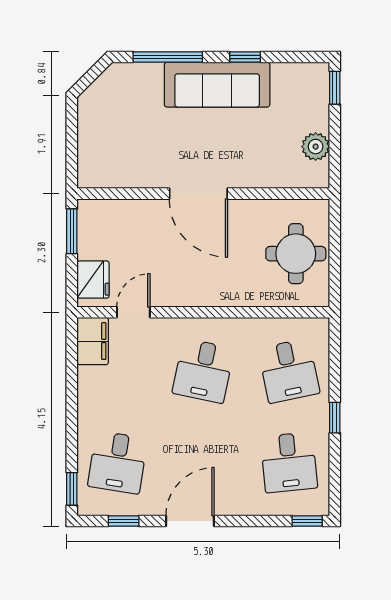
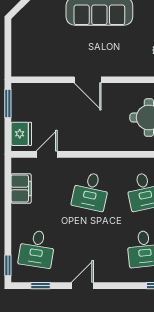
door: (198, 194) -> (88, 80), width x0.73
filing cabinet: (93, 341) -> (21, 188), moved
door: (190, 521) -> (82, 286), width x0.73

